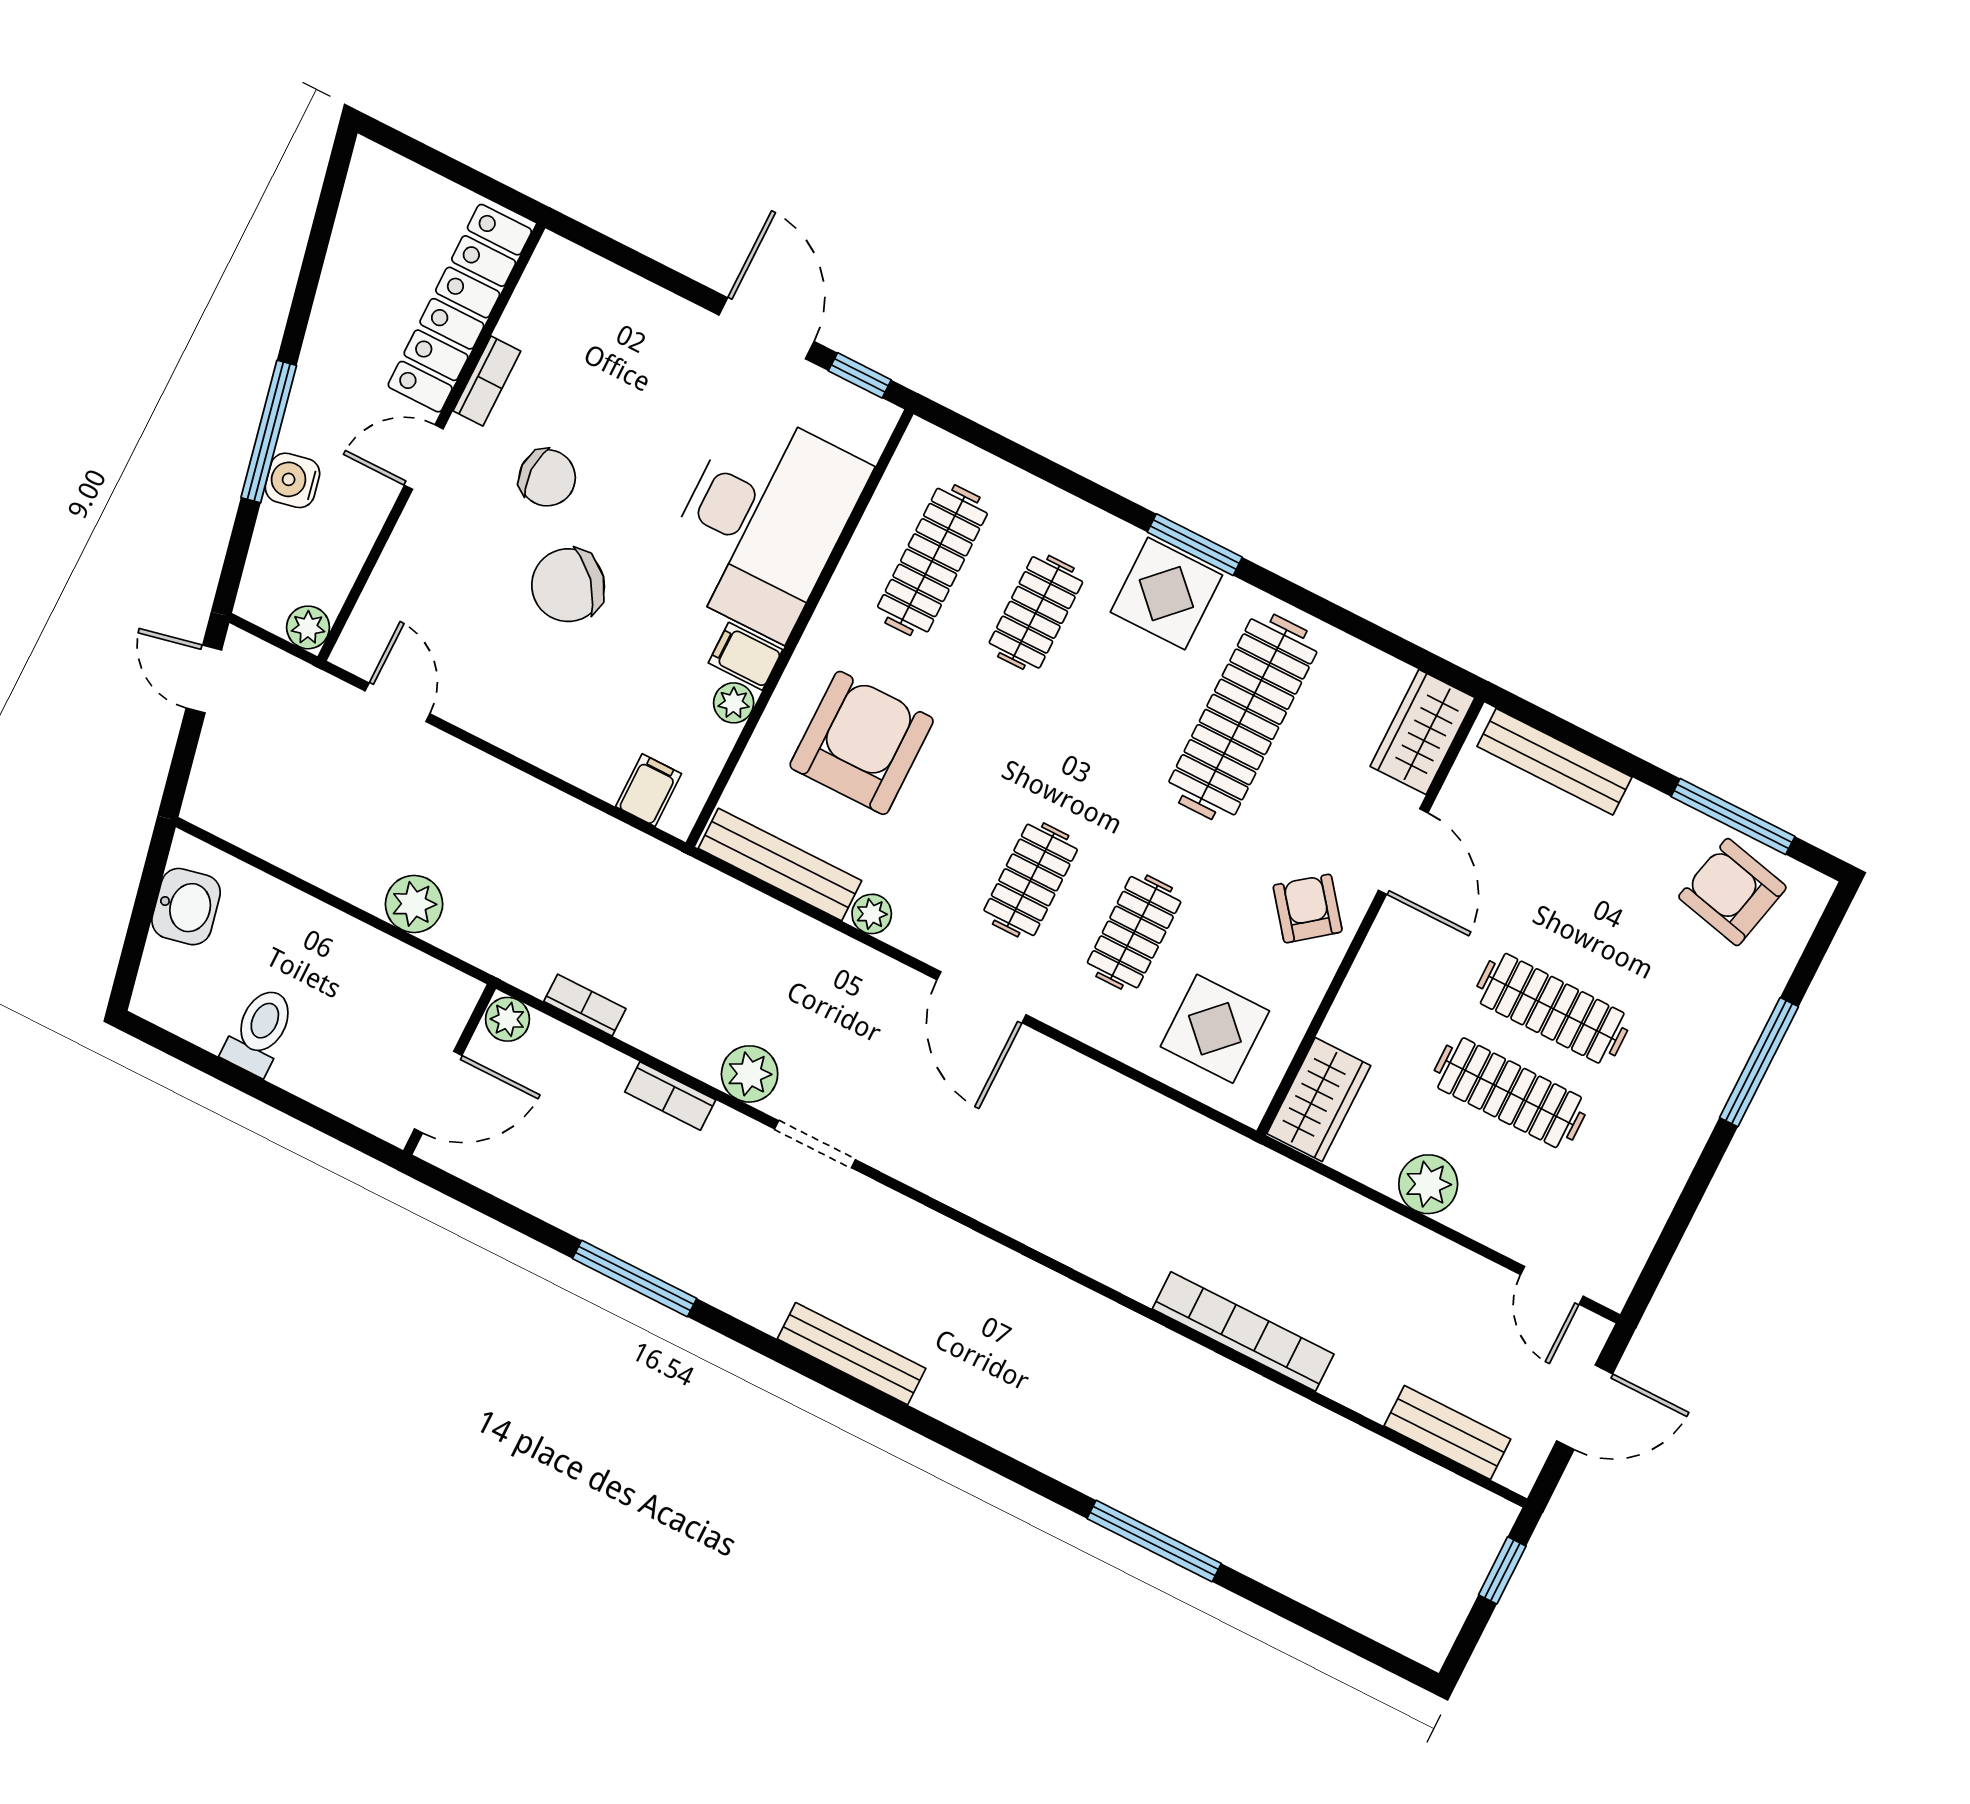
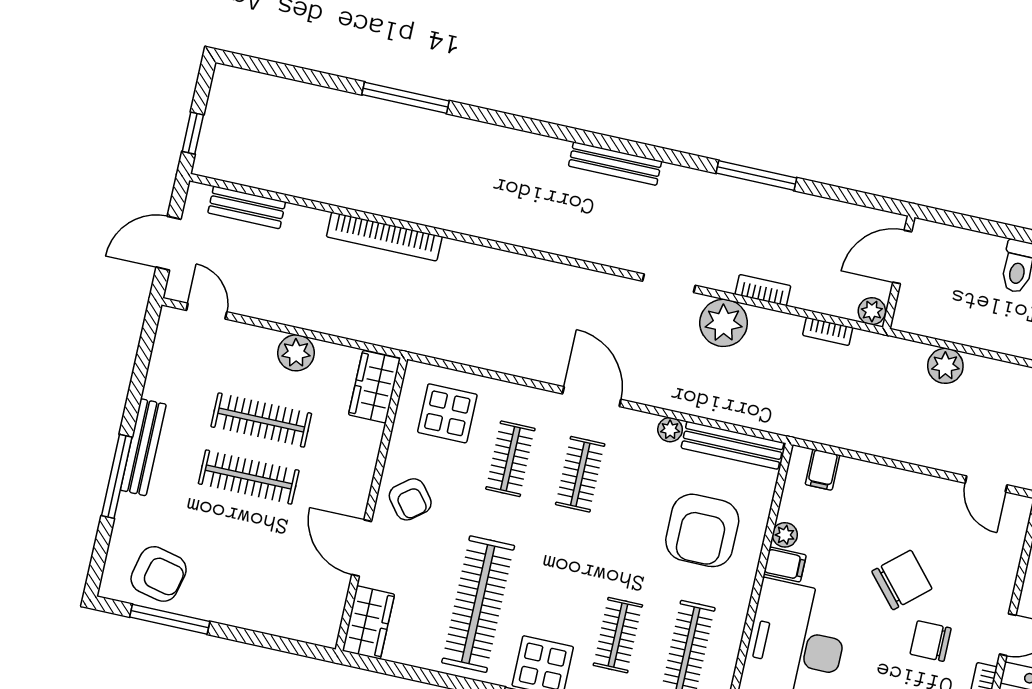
bench: (1554, 762) -> (143, 447), moved, turned 90
plant: (750, 1074) -> (724, 323), width x1.36, depth x1.36

